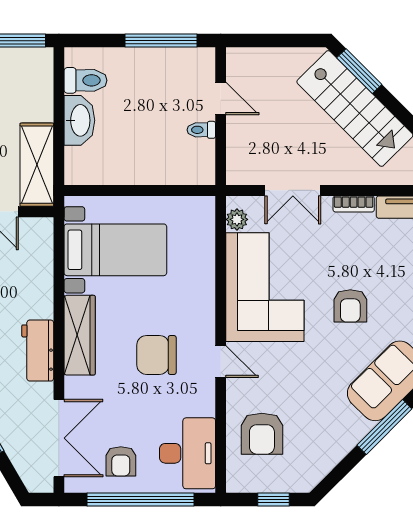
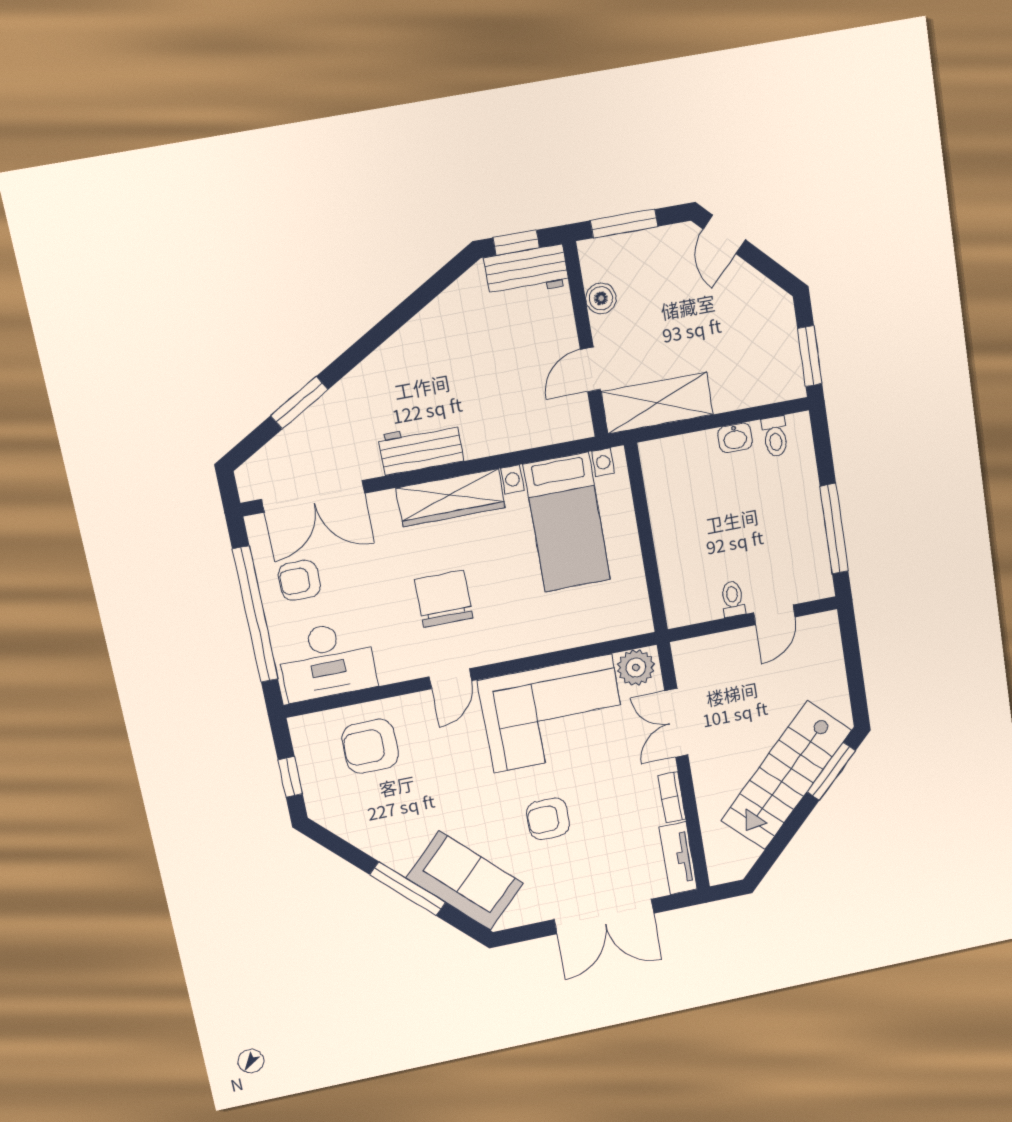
toilet: (86, 80) -> (775, 437), width x0.73, depth x0.72
washbasin: (79, 120) -> (735, 438), width x0.52, depth x0.69
plant: (237, 219) -> (636, 667), width x1.38, depth x1.38

